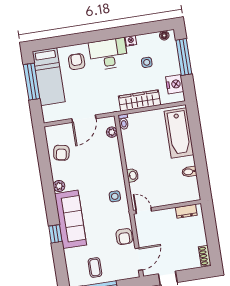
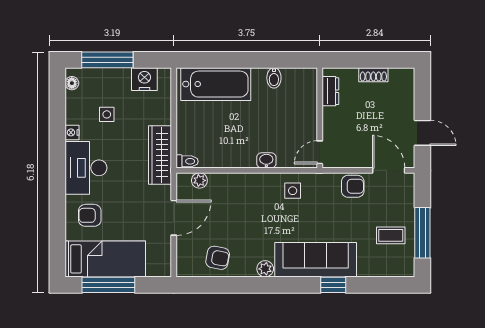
wardrobe: (140, 100) -> (160, 155), moved
door: (84, 119) -> (174, 218), hinge flipped
shoe rack: (205, 256) -> (373, 75), moved

